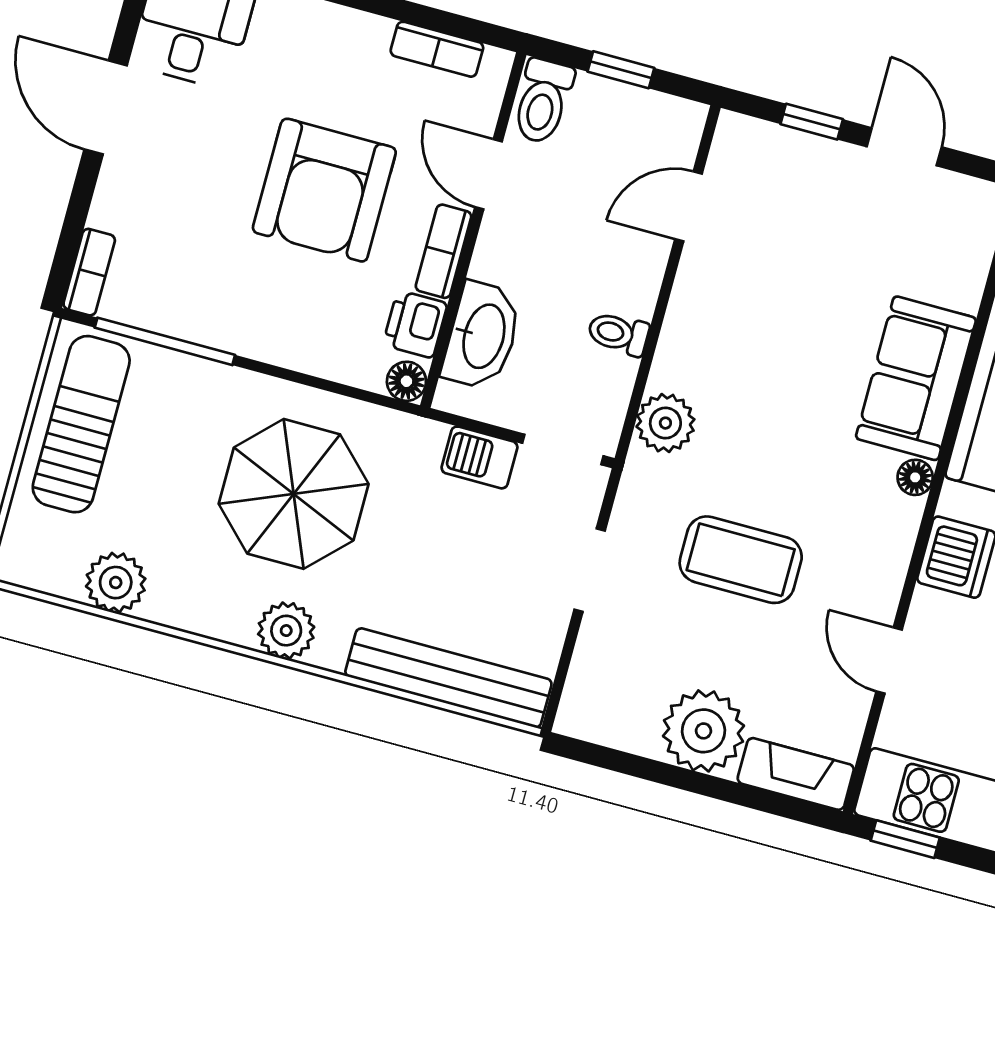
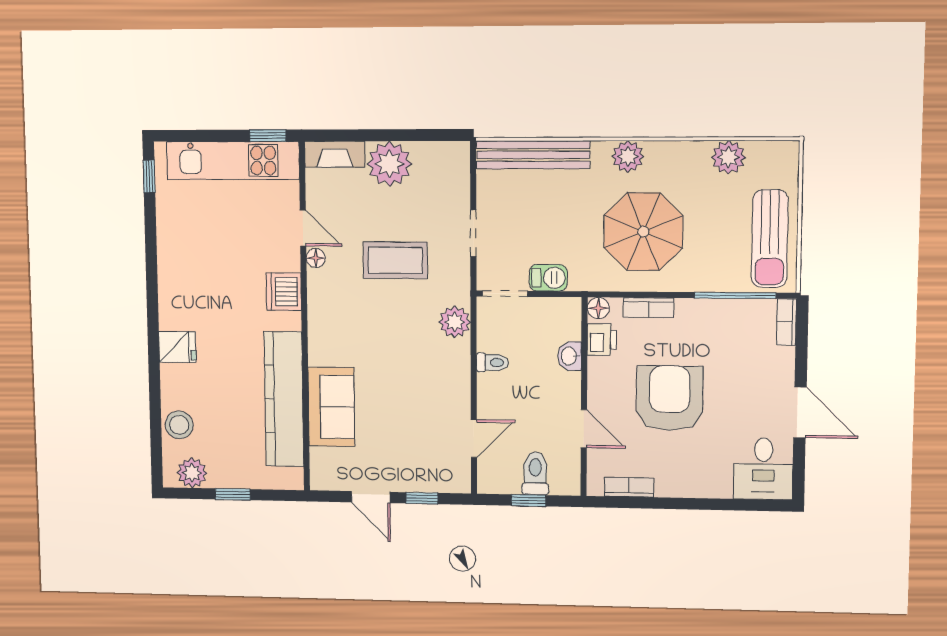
toilet: (543, 101) -> (535, 473), moved
bookcase: (443, 251) -> (649, 308), moved, turned 90
washbasin: (482, 336) -> (569, 356), width x0.52, depth x0.69
sofa: (916, 378) -> (331, 407), moved
floor lamp: (915, 477) -> (316, 258), moved

